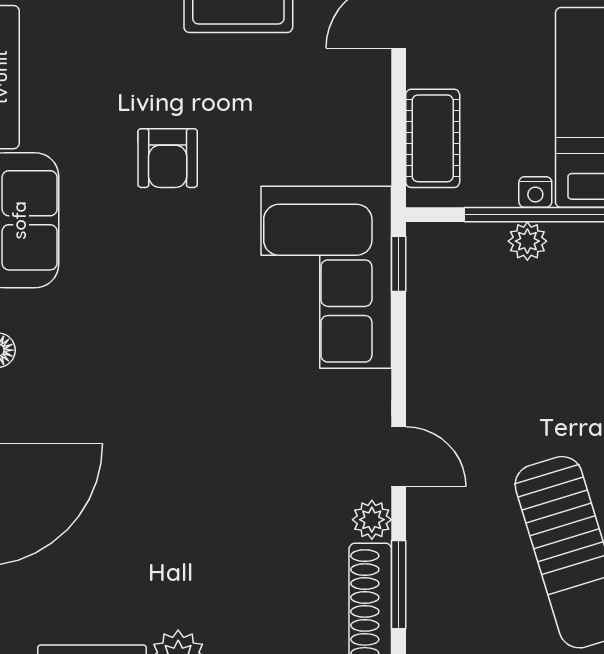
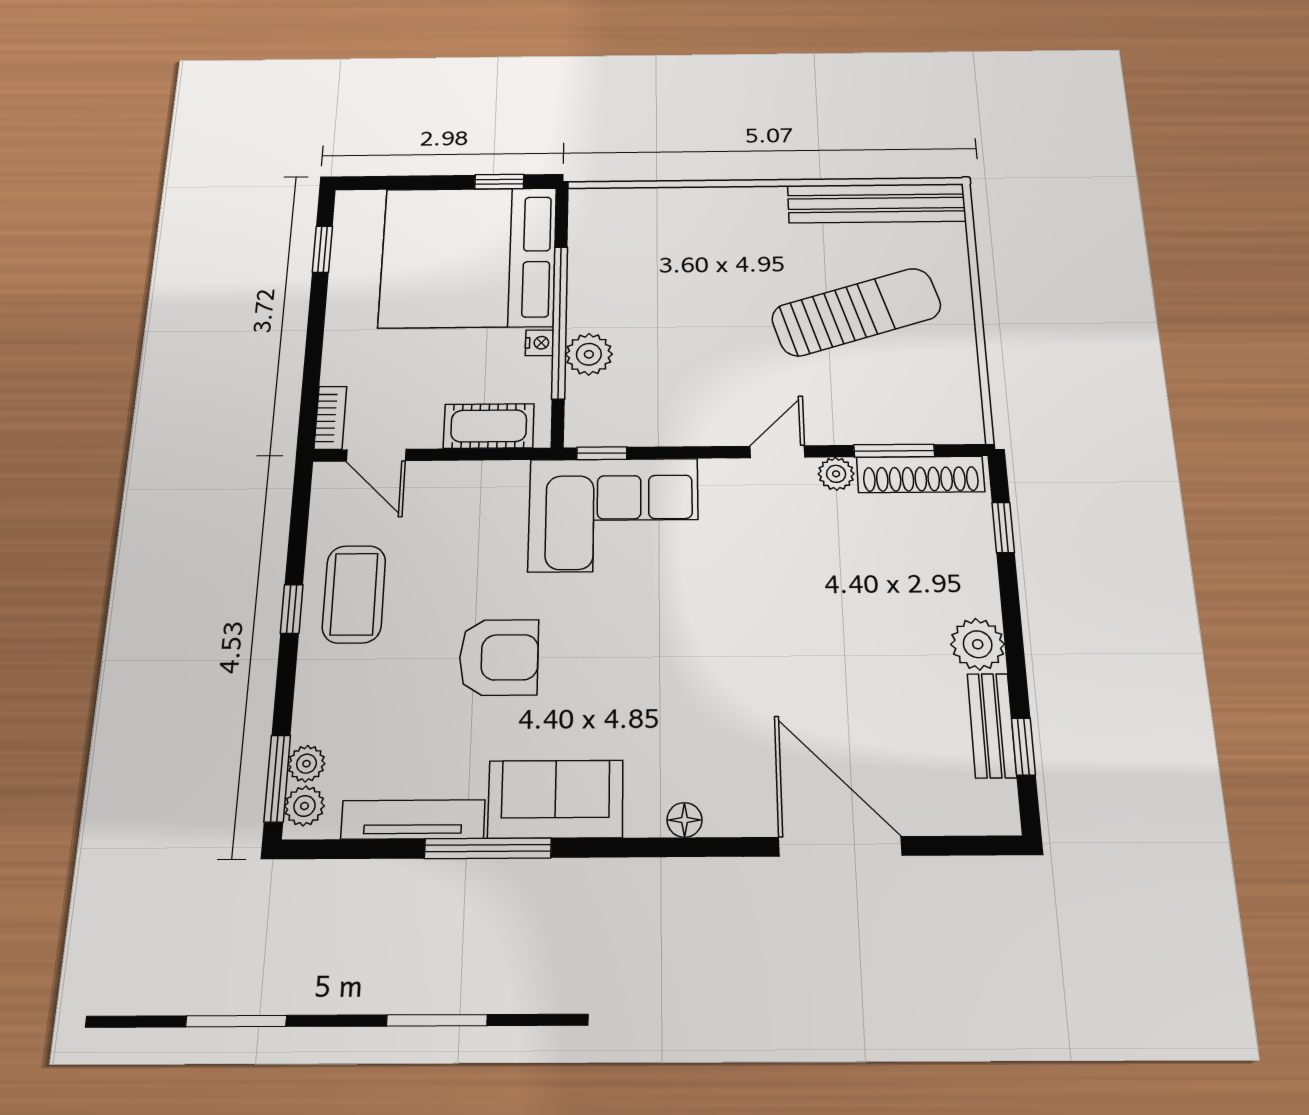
armchair: (168, 158) -> (499, 657), width x1.38, depth x1.38
plant: (527, 241) -> (589, 354), width x1.38, depth x1.38

